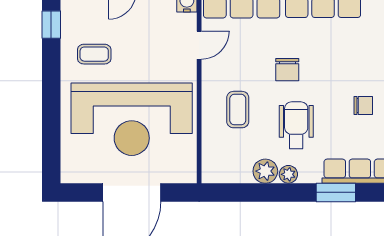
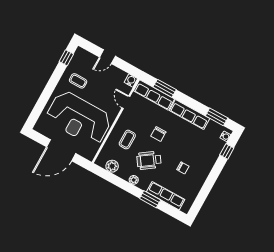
door: (199, 45) -> (126, 102), swing flipped
wheelchair: (296, 125) -> (149, 160), turned -125
plant: (265, 171) -> (112, 166), moved

